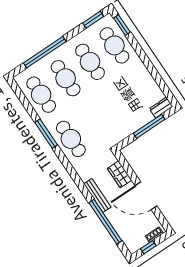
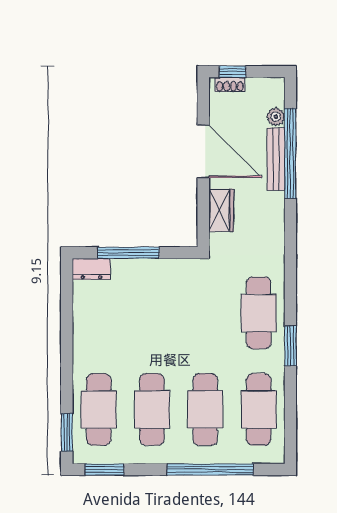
window: (46, 134) -> (290, 346), width x0.69
bench: (97, 196) -> (276, 159), moved
plant: (123, 234) -> (276, 117), added
window: (148, 247) -> (232, 72), moved

